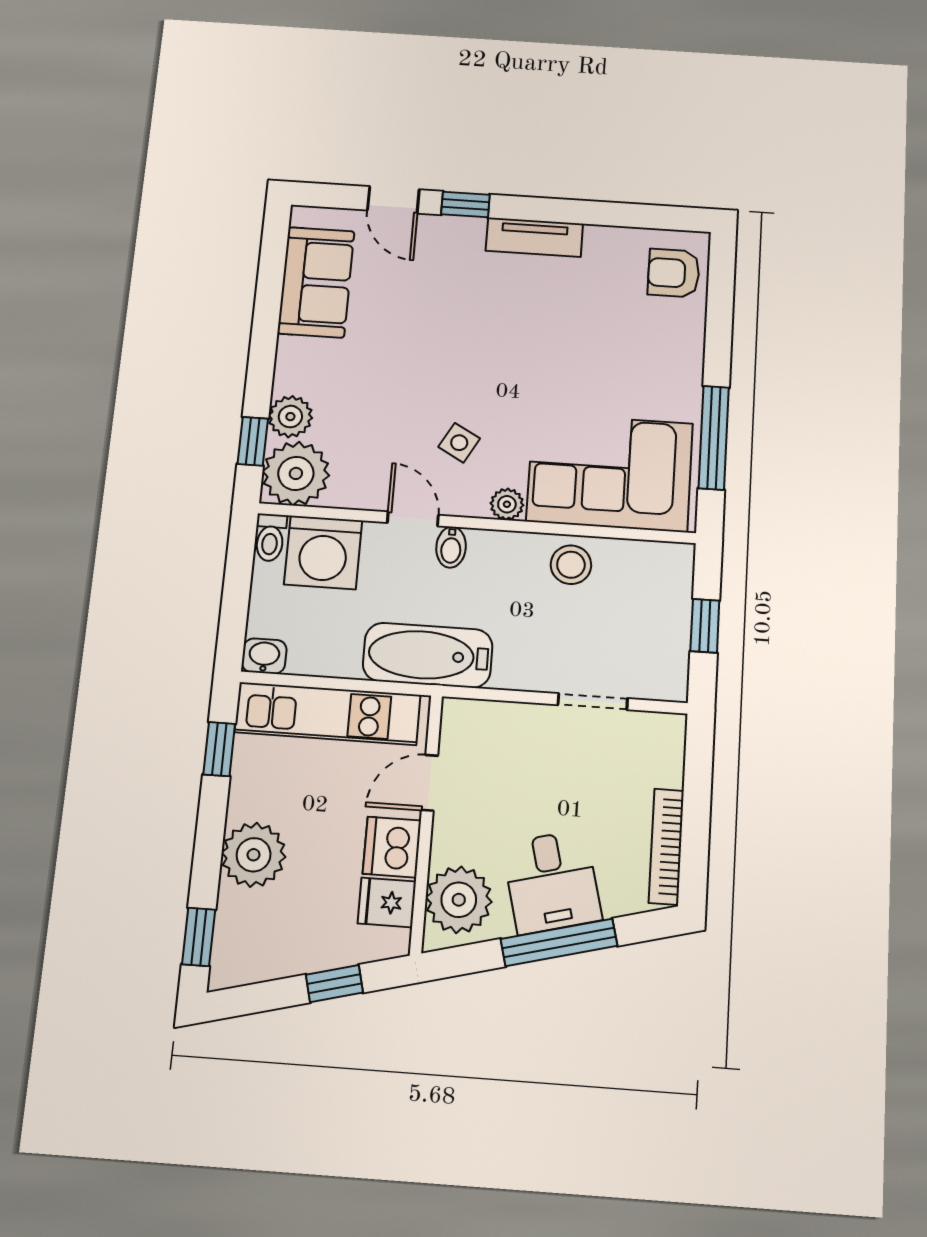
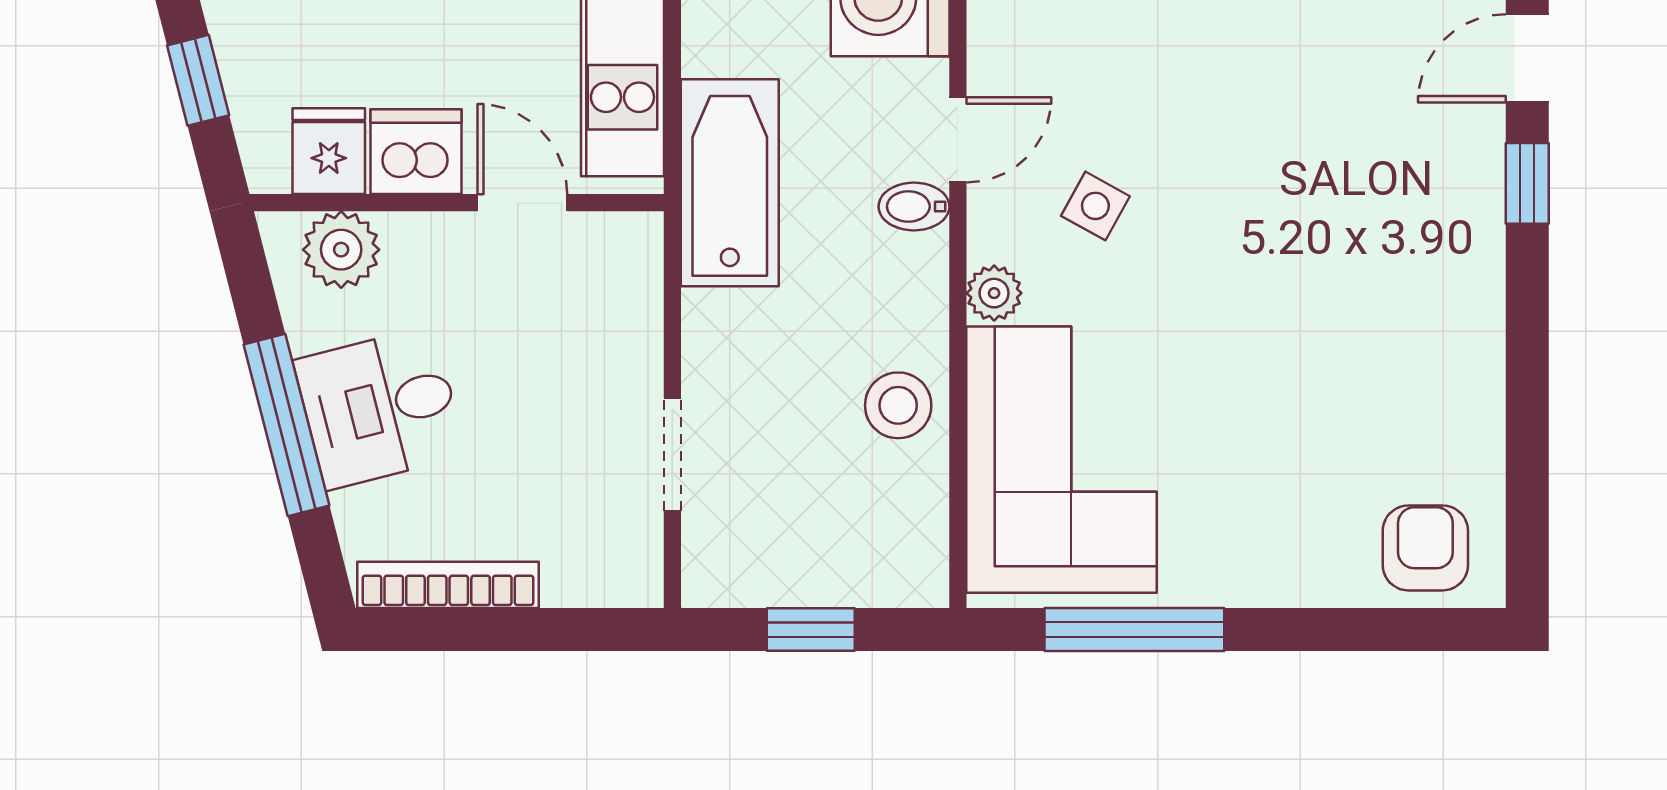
tv unit: (534, 237) -> (1475, 306), removed
plant: (459, 900) -> (341, 250), width x0.73, depth x0.73

